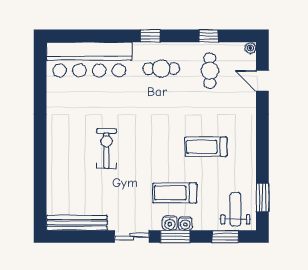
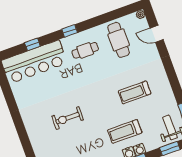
window: (208, 36) -> (32, 44), moved
cafe table: (210, 71) -> (119, 40), width x1.37, depth x1.35
exercise bike: (106, 149) -> (68, 118), turned -90

